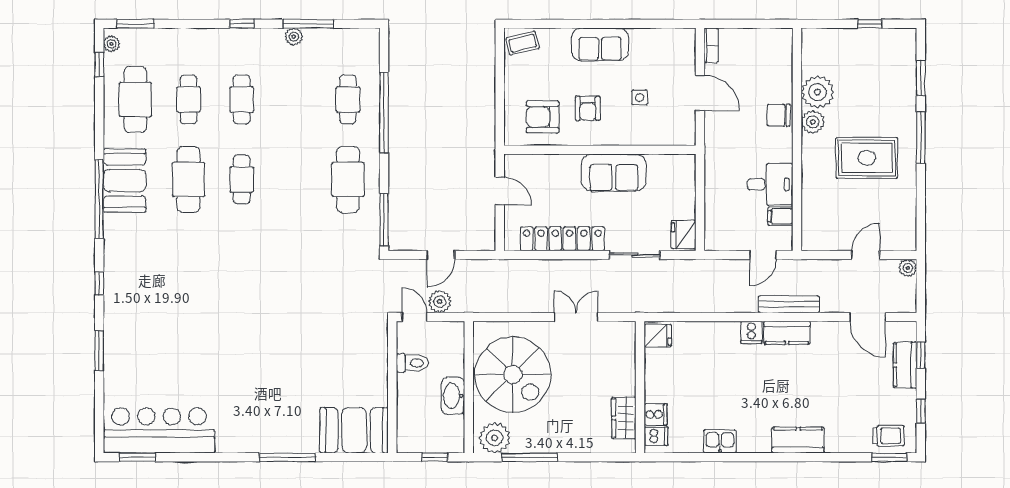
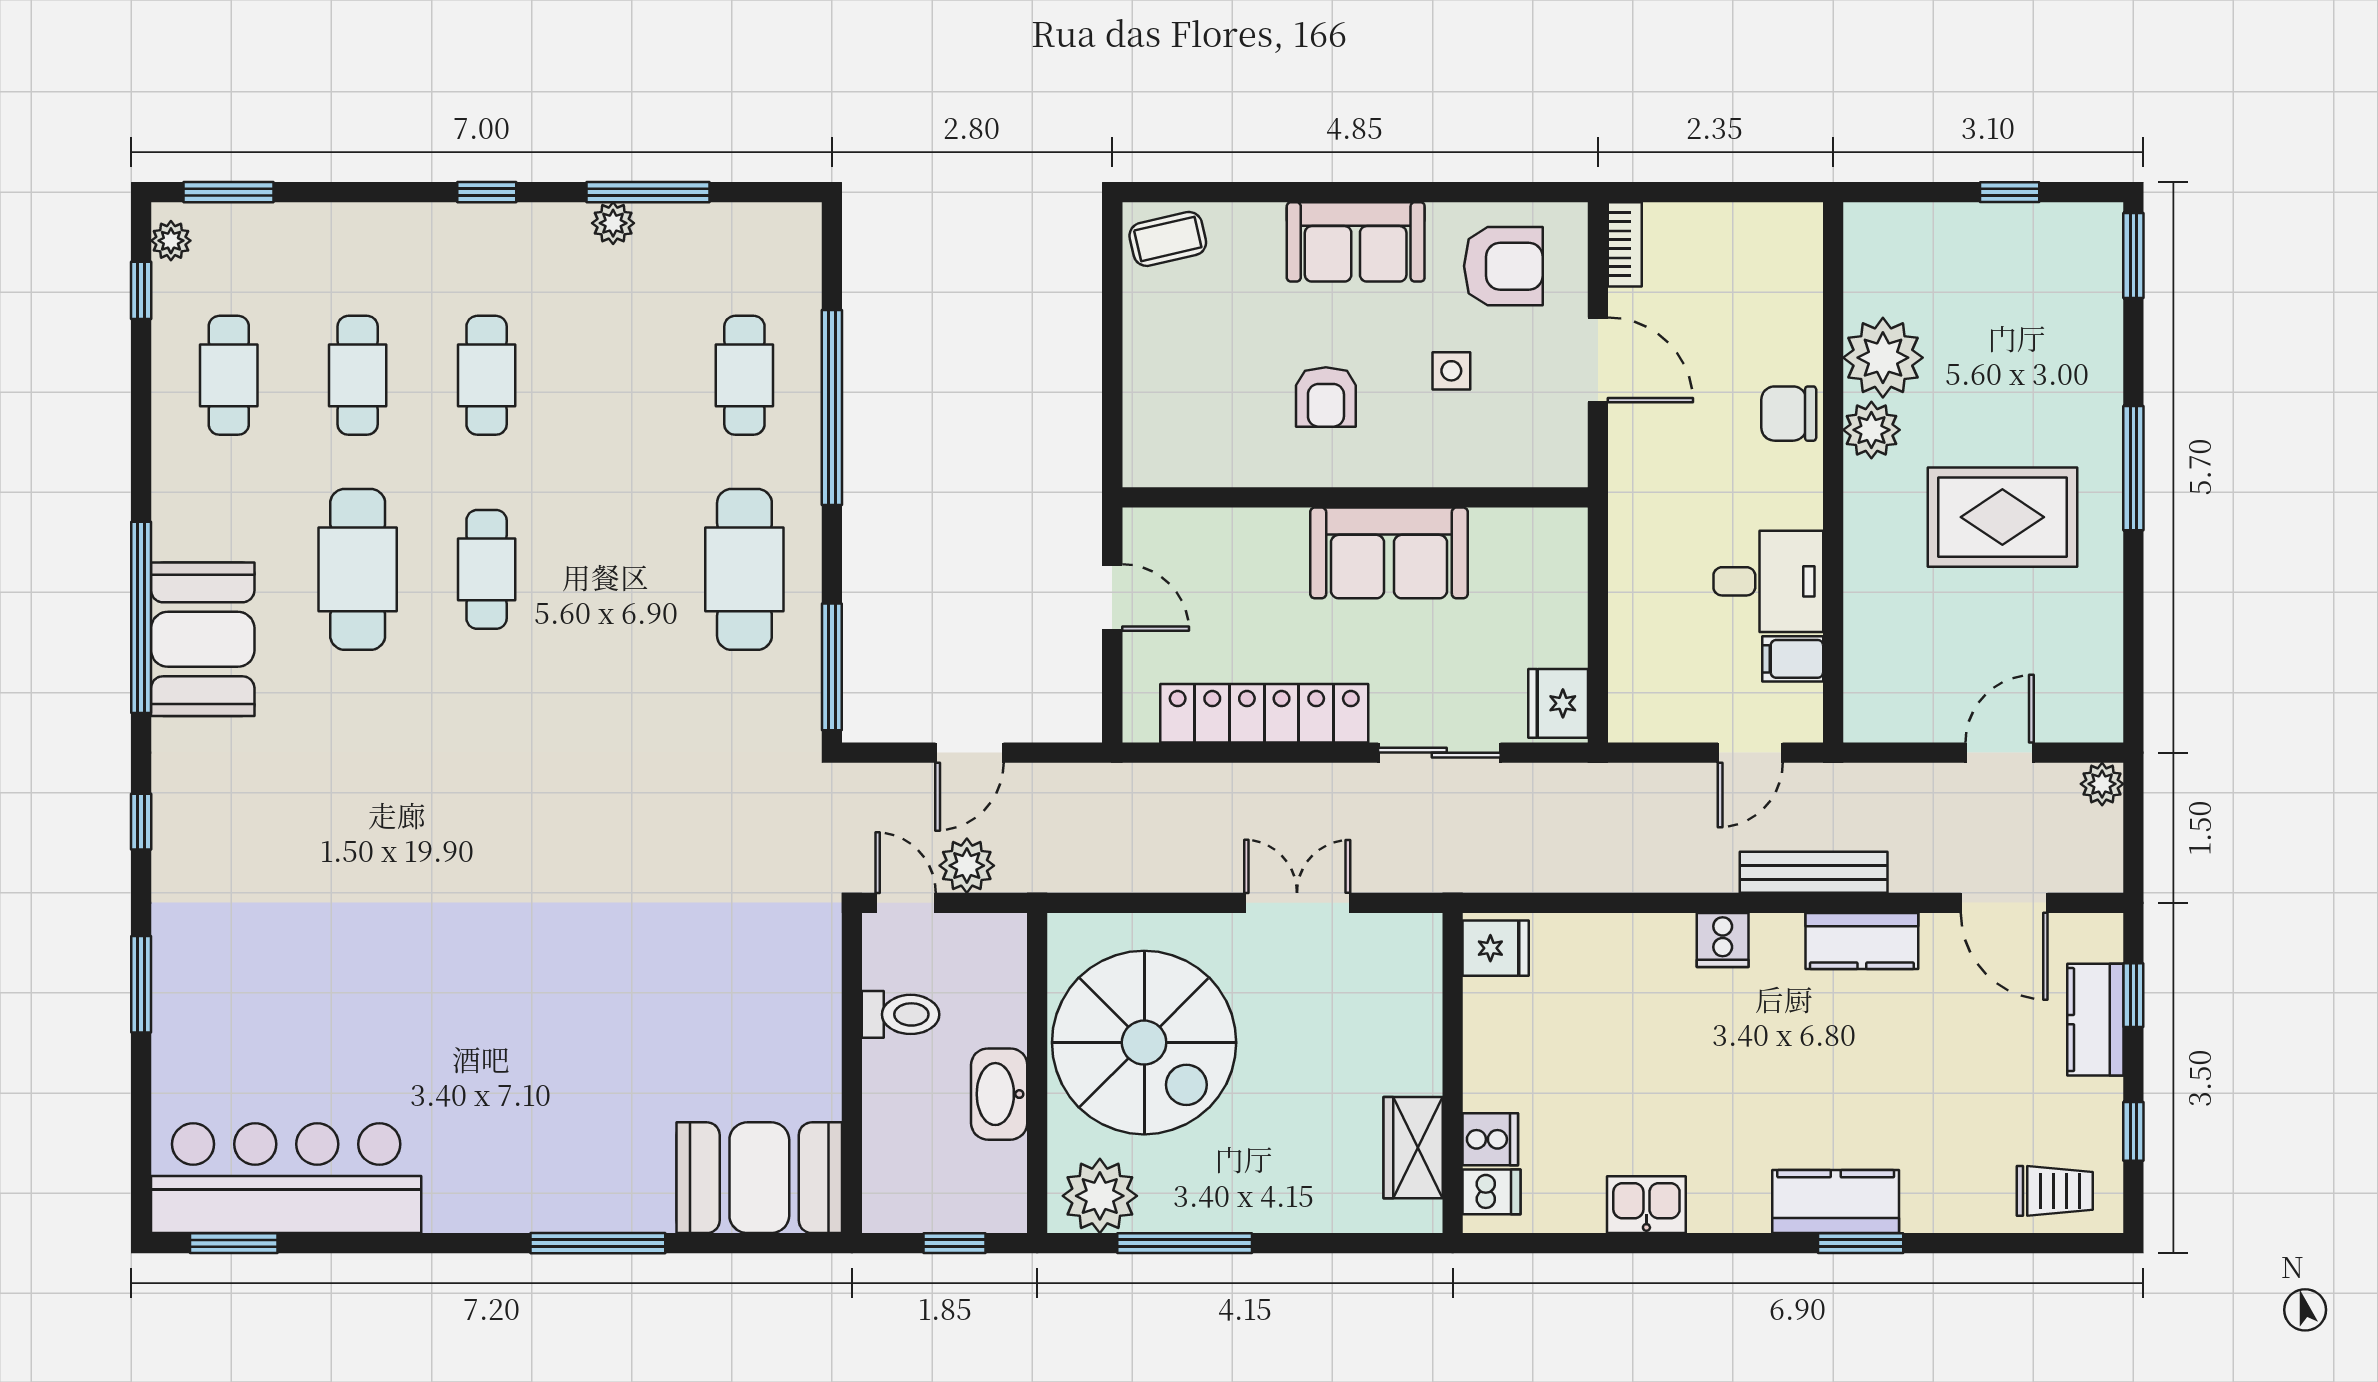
window: (921, 78) -> (2133, 255), moved
cafe table: (135, 99) -> (229, 375), width x0.73, depth x0.74
armchair: (543, 117) -> (1503, 266), moved, turned 180
booth: (125, 181) -> (203, 639), moved
kitchen counter: (787, 333) -> (1862, 941), moved
window: (890, 457) -> (1861, 1243), moved

